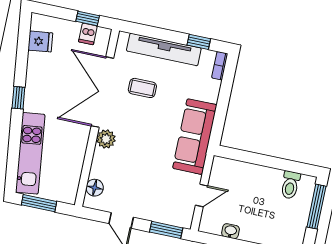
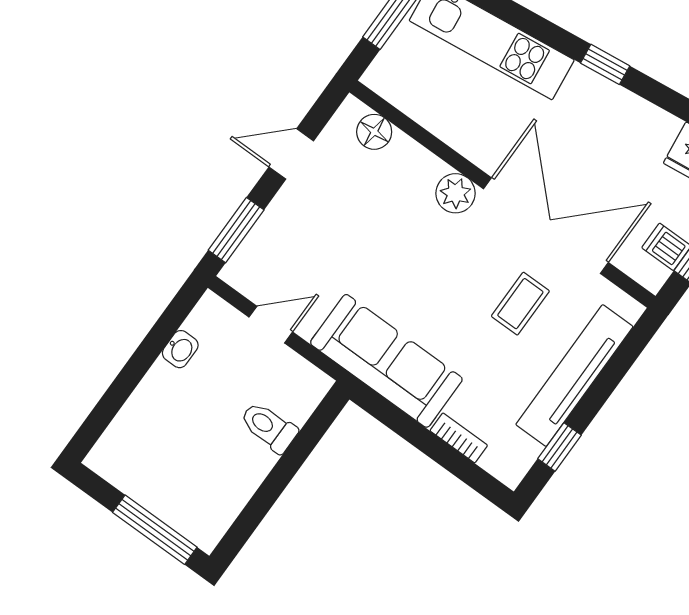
bookcase: (220, 66) -> (459, 438), moved
toilet: (290, 185) -> (269, 427), moved
door: (201, 196) -> (271, 325), swing flipped

